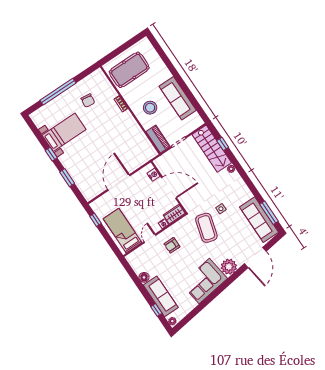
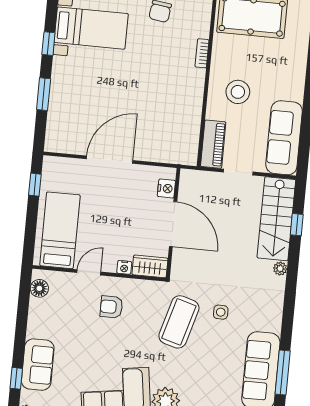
sofa: (178, 98) -> (284, 138), moved
floor lamp: (144, 277) -> (39, 288), moved
sofa: (161, 296) -> (38, 365), width x0.73

